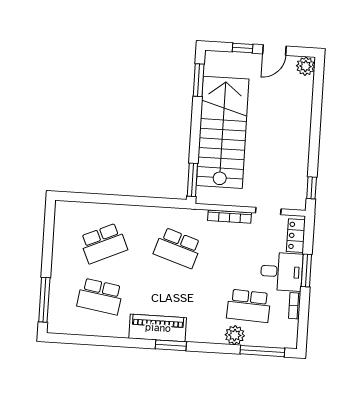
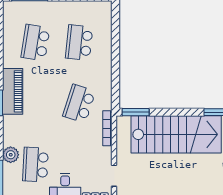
bookcase: (229, 217) -> (107, 128), moved
school desk: (103, 243) -> (79, 43), turned 30

